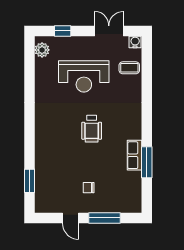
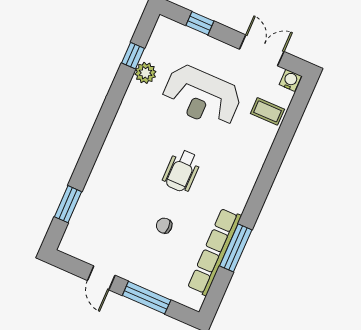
plant: (42, 50) -> (145, 73), moved
window: (29, 70) -> (133, 56), added
row of seats: (134, 155) -> (214, 252), width x2.02
chair: (89, 188) -> (164, 226), moved

